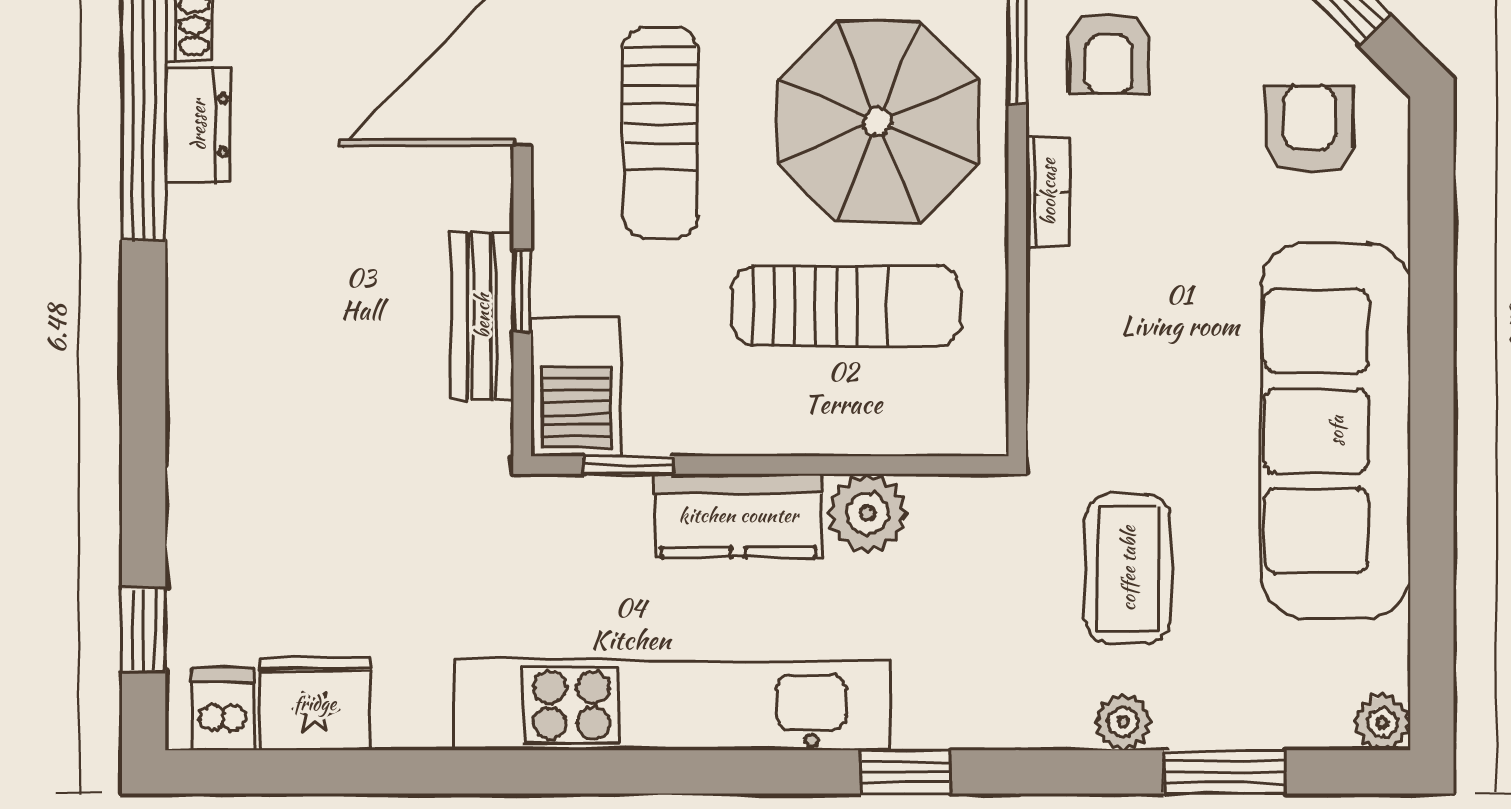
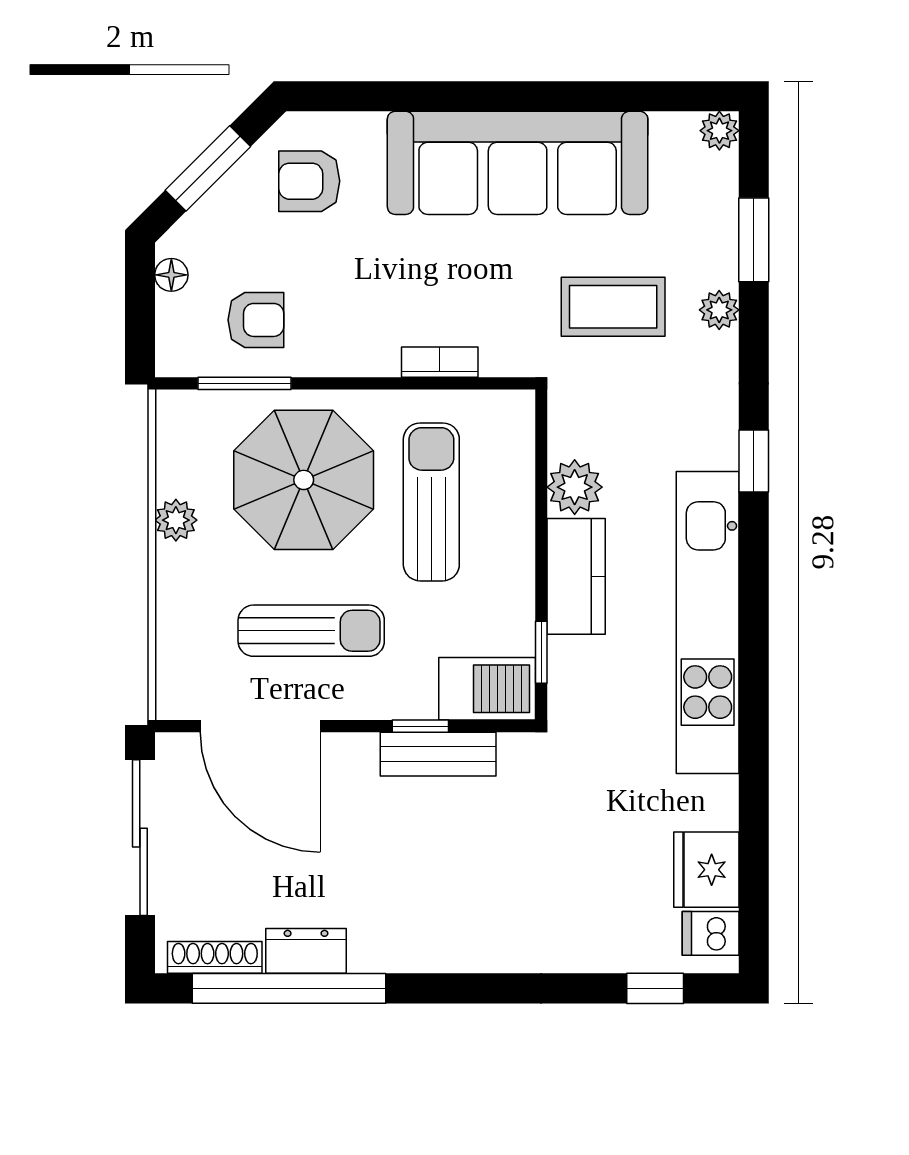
bookcase: (1048, 192) -> (440, 362), moved

